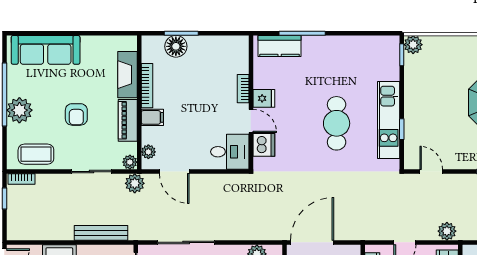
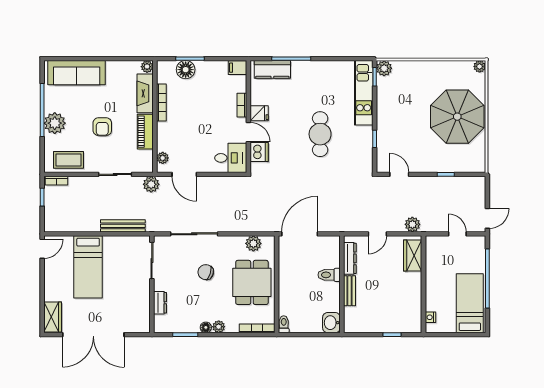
filing cabinet: (152, 117) -> (237, 68), moved, turned 180
kitchen unit: (389, 120) -> (364, 93), moved
plant: (130, 162) -> (147, 67), moved

